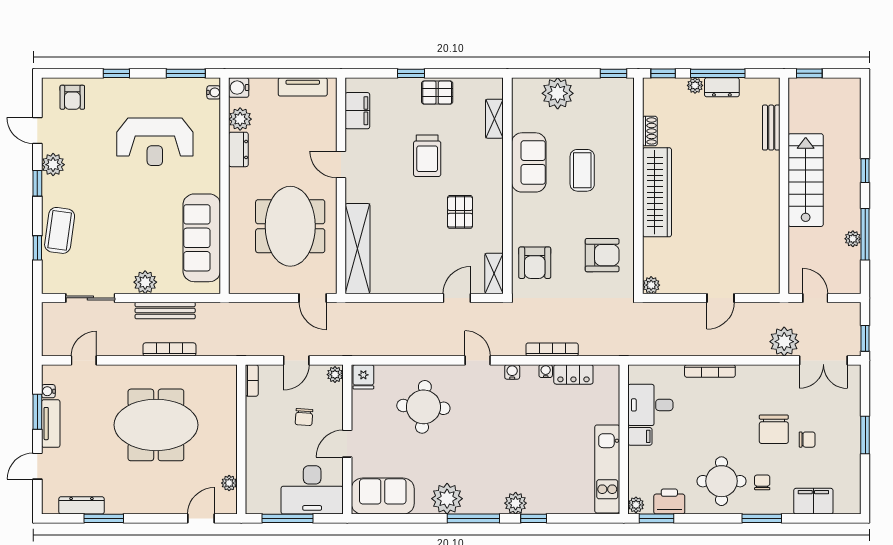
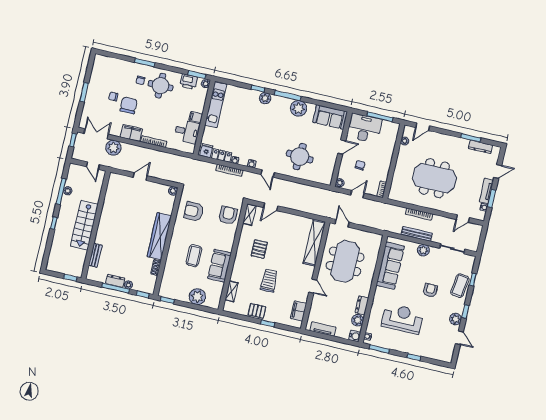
armchair: (72, 97) -> (430, 290), moved
fridge: (363, 377) -> (206, 151), moved
filing cabinet: (813, 501) -> (131, 133), moved, turned 180

